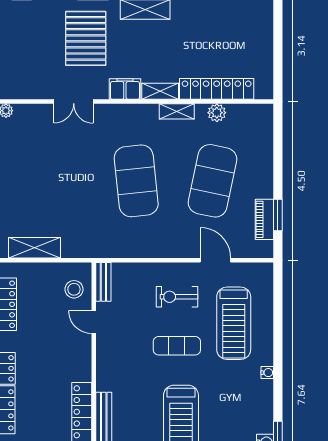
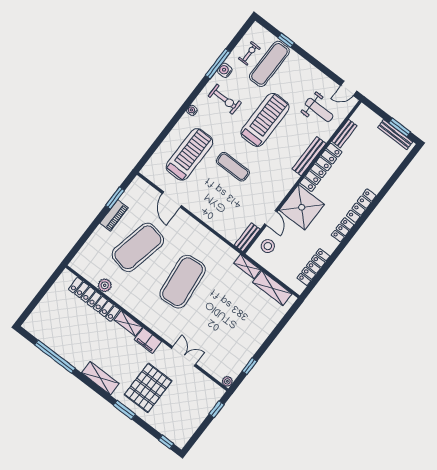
shelving: (177, 111) -> (247, 267), moved
piano: (264, 219) -> (114, 215), moved
exercise bike: (177, 297) -> (225, 99), moved
shower: (70, 359) -> (302, 207), added

